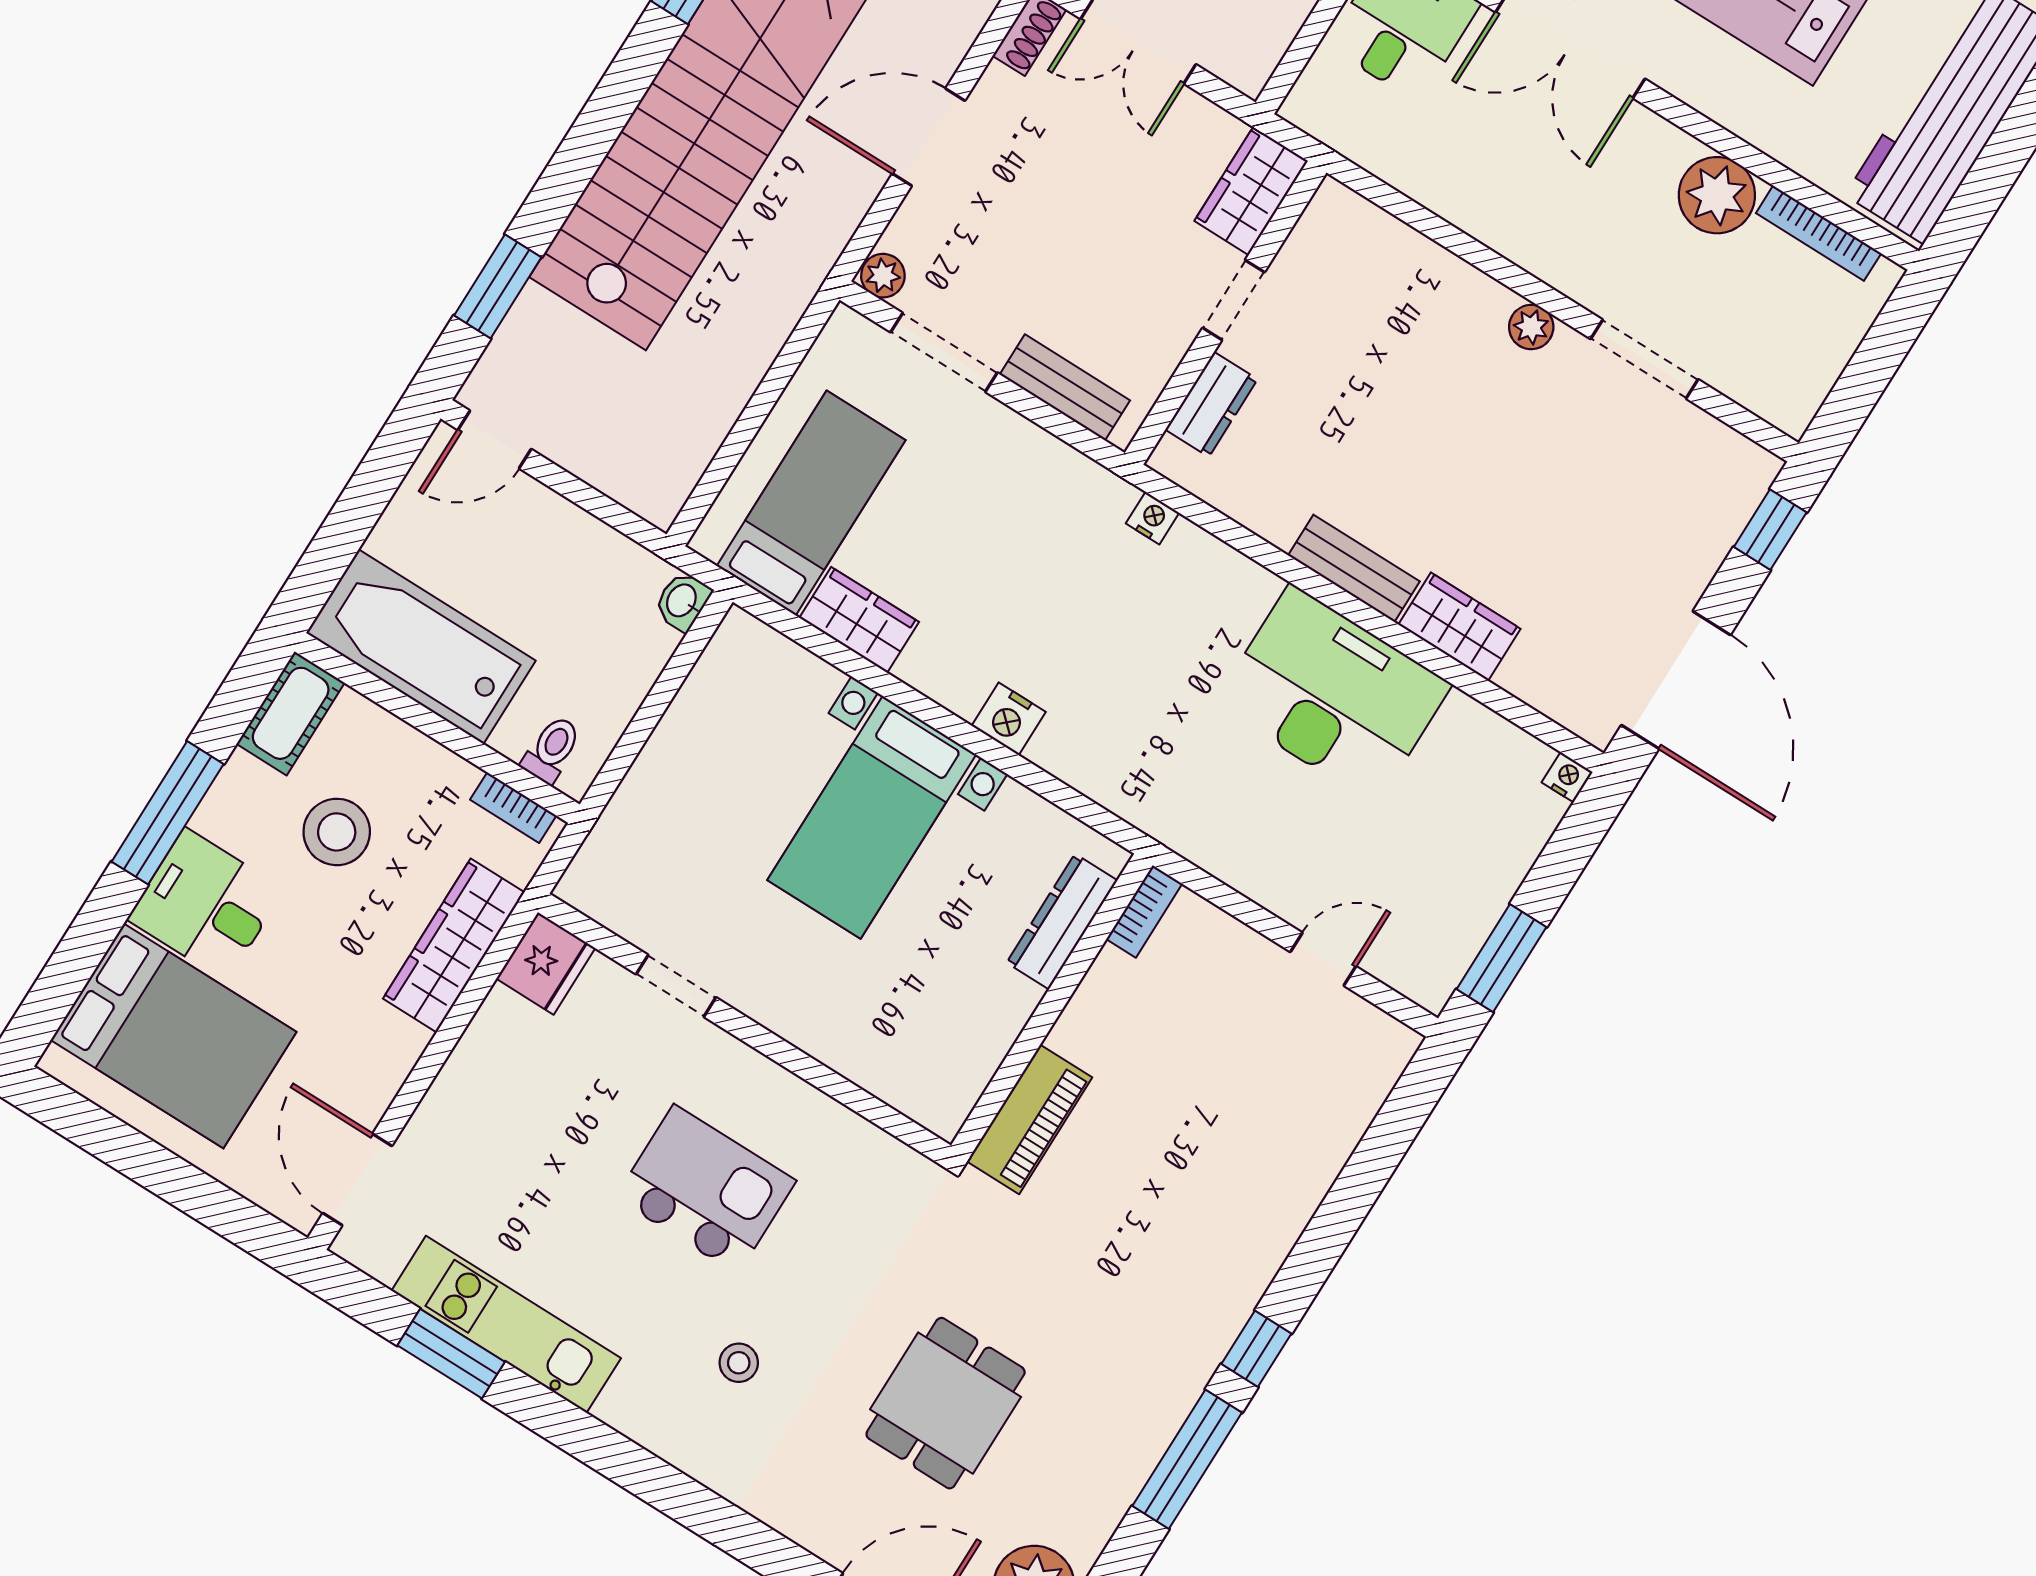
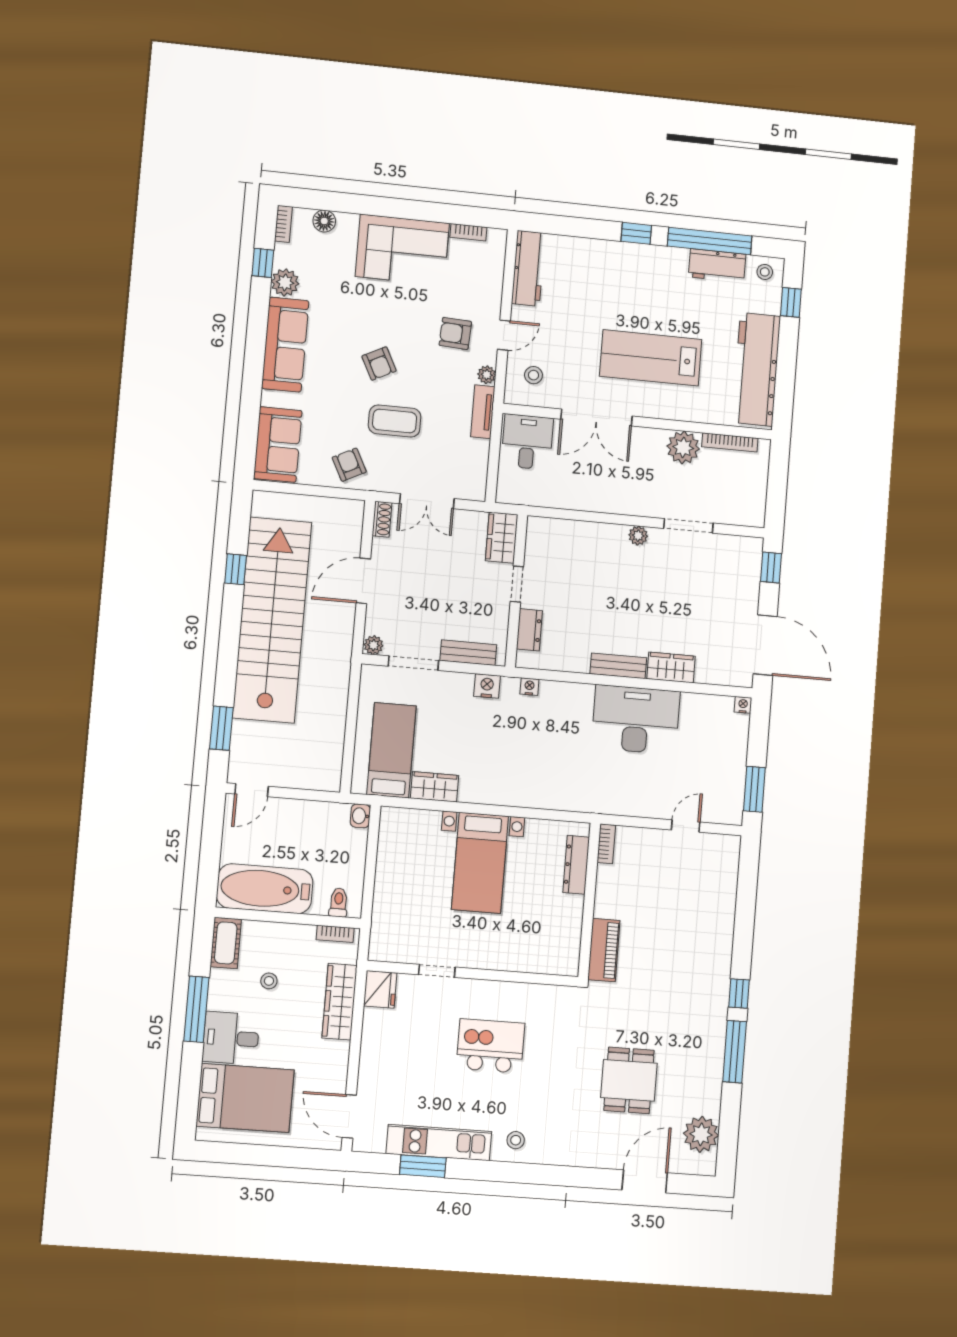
nightstand: (1009, 719) -> (487, 686), moved, turned 180
stool: (337, 832) -> (269, 981), width x0.53, depth x0.53
stool: (739, 1363) -> (516, 1140), moved

